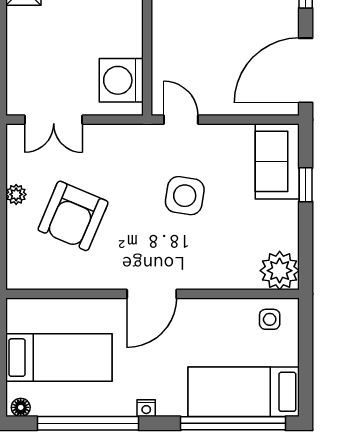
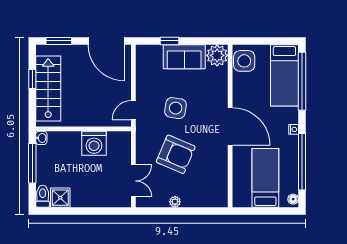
washing machine: (121, 80) -> (94, 143), moved
sofa: (277, 161) -> (184, 57), moved
armchair: (73, 216) -> (176, 154), moved
door: (152, 294) -> (230, 126), width x1.36
side table: (270, 319) -> (244, 61), width x1.87, depth x1.87

